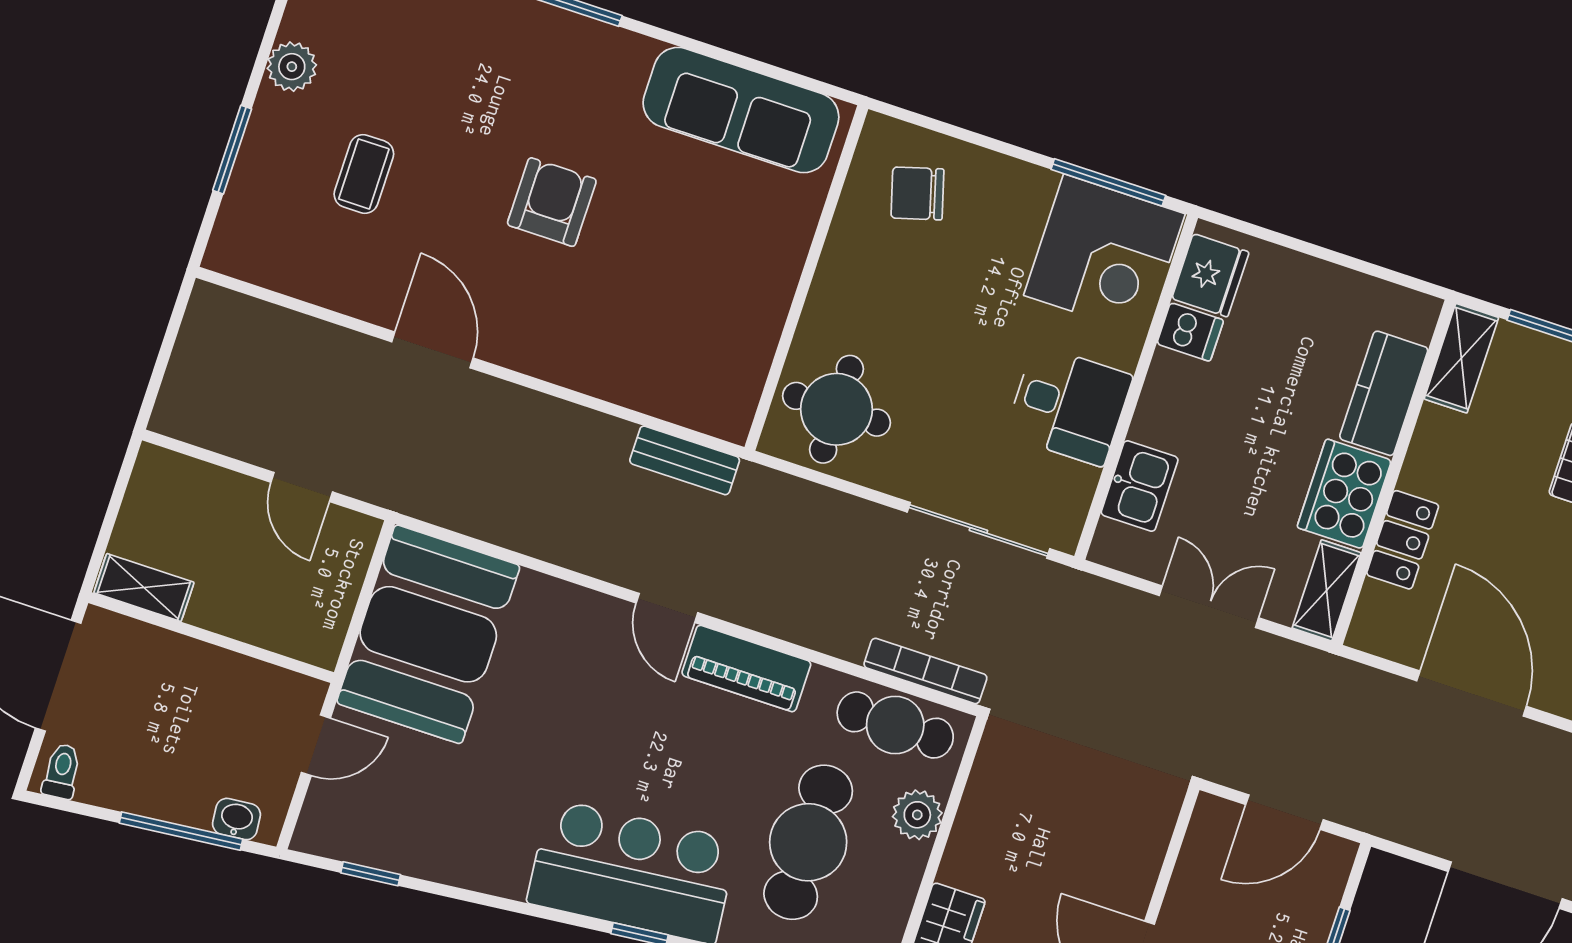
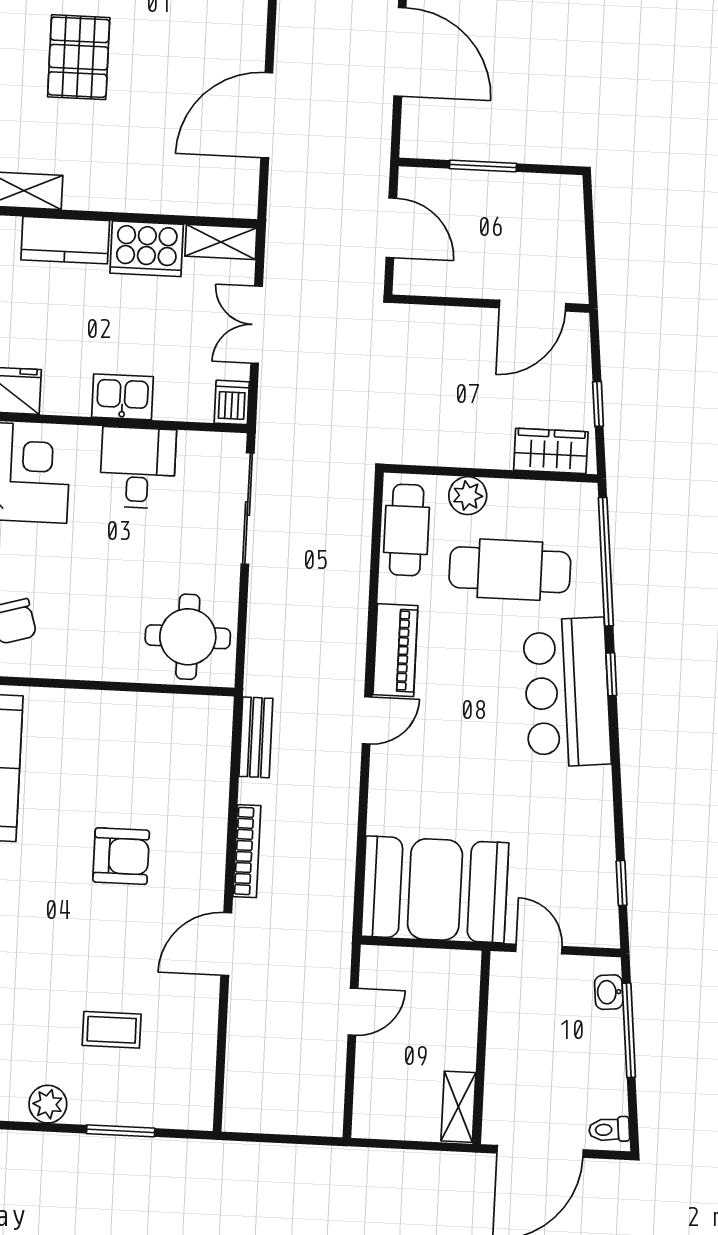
armchair: (552, 202) -> (121, 856), moved, turned 180
dishwasher: (1190, 332) -> (232, 402), moved
kitchen sink: (1140, 486) -> (123, 397), moved
locker: (1403, 540) -> (168, 197), removed
bookcase: (925, 671) -> (247, 851), moved, turned 180

